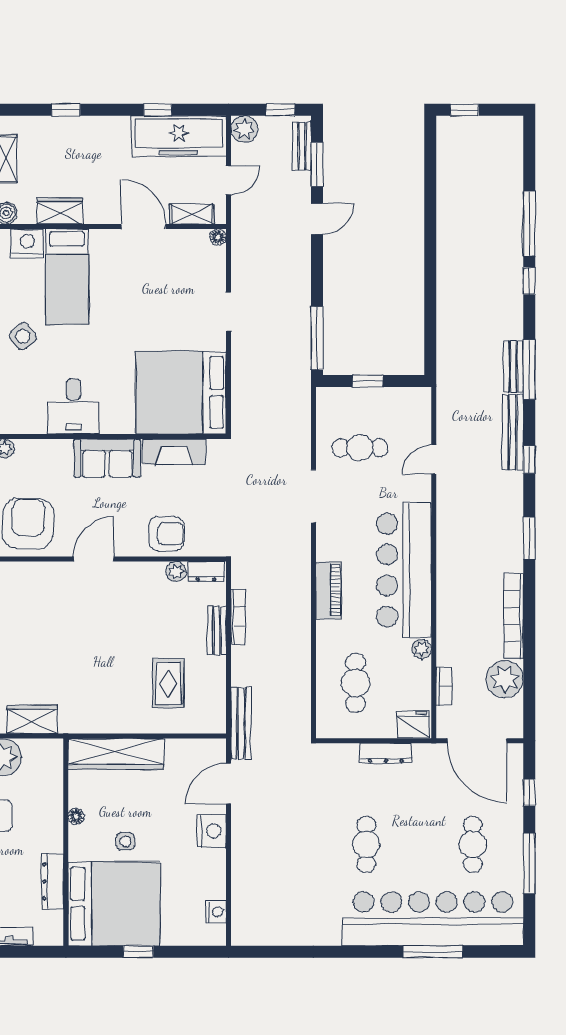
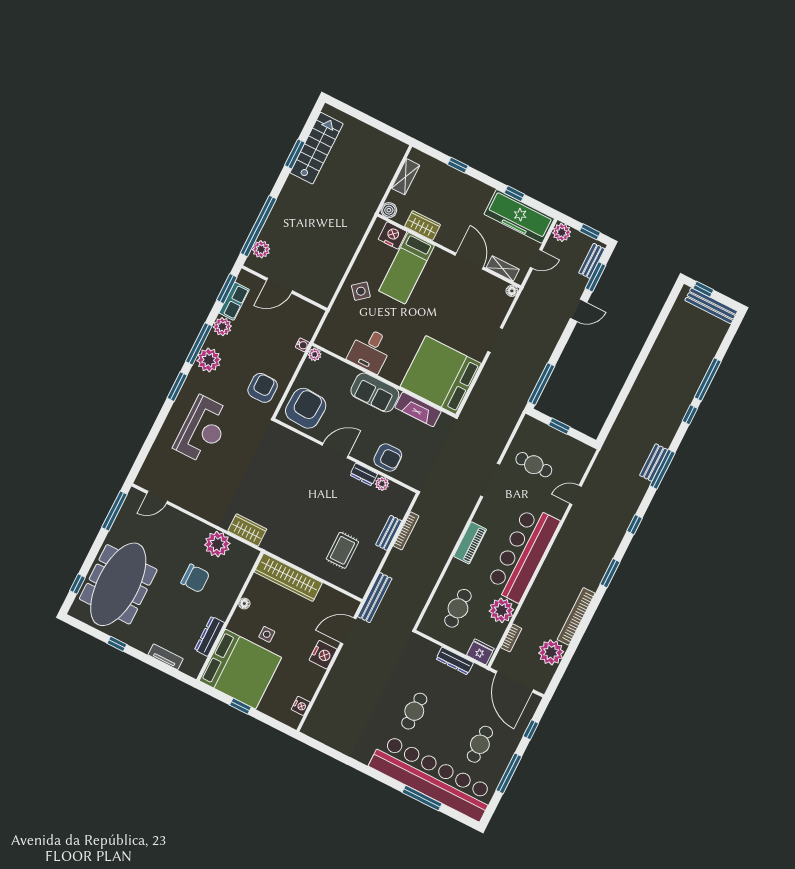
bench: (513, 432) -> (711, 306), moved, turned 90
dresser: (206, 572) -> (364, 475), moved
plant: (422, 649) -> (501, 610), width x1.87, depth x1.87

